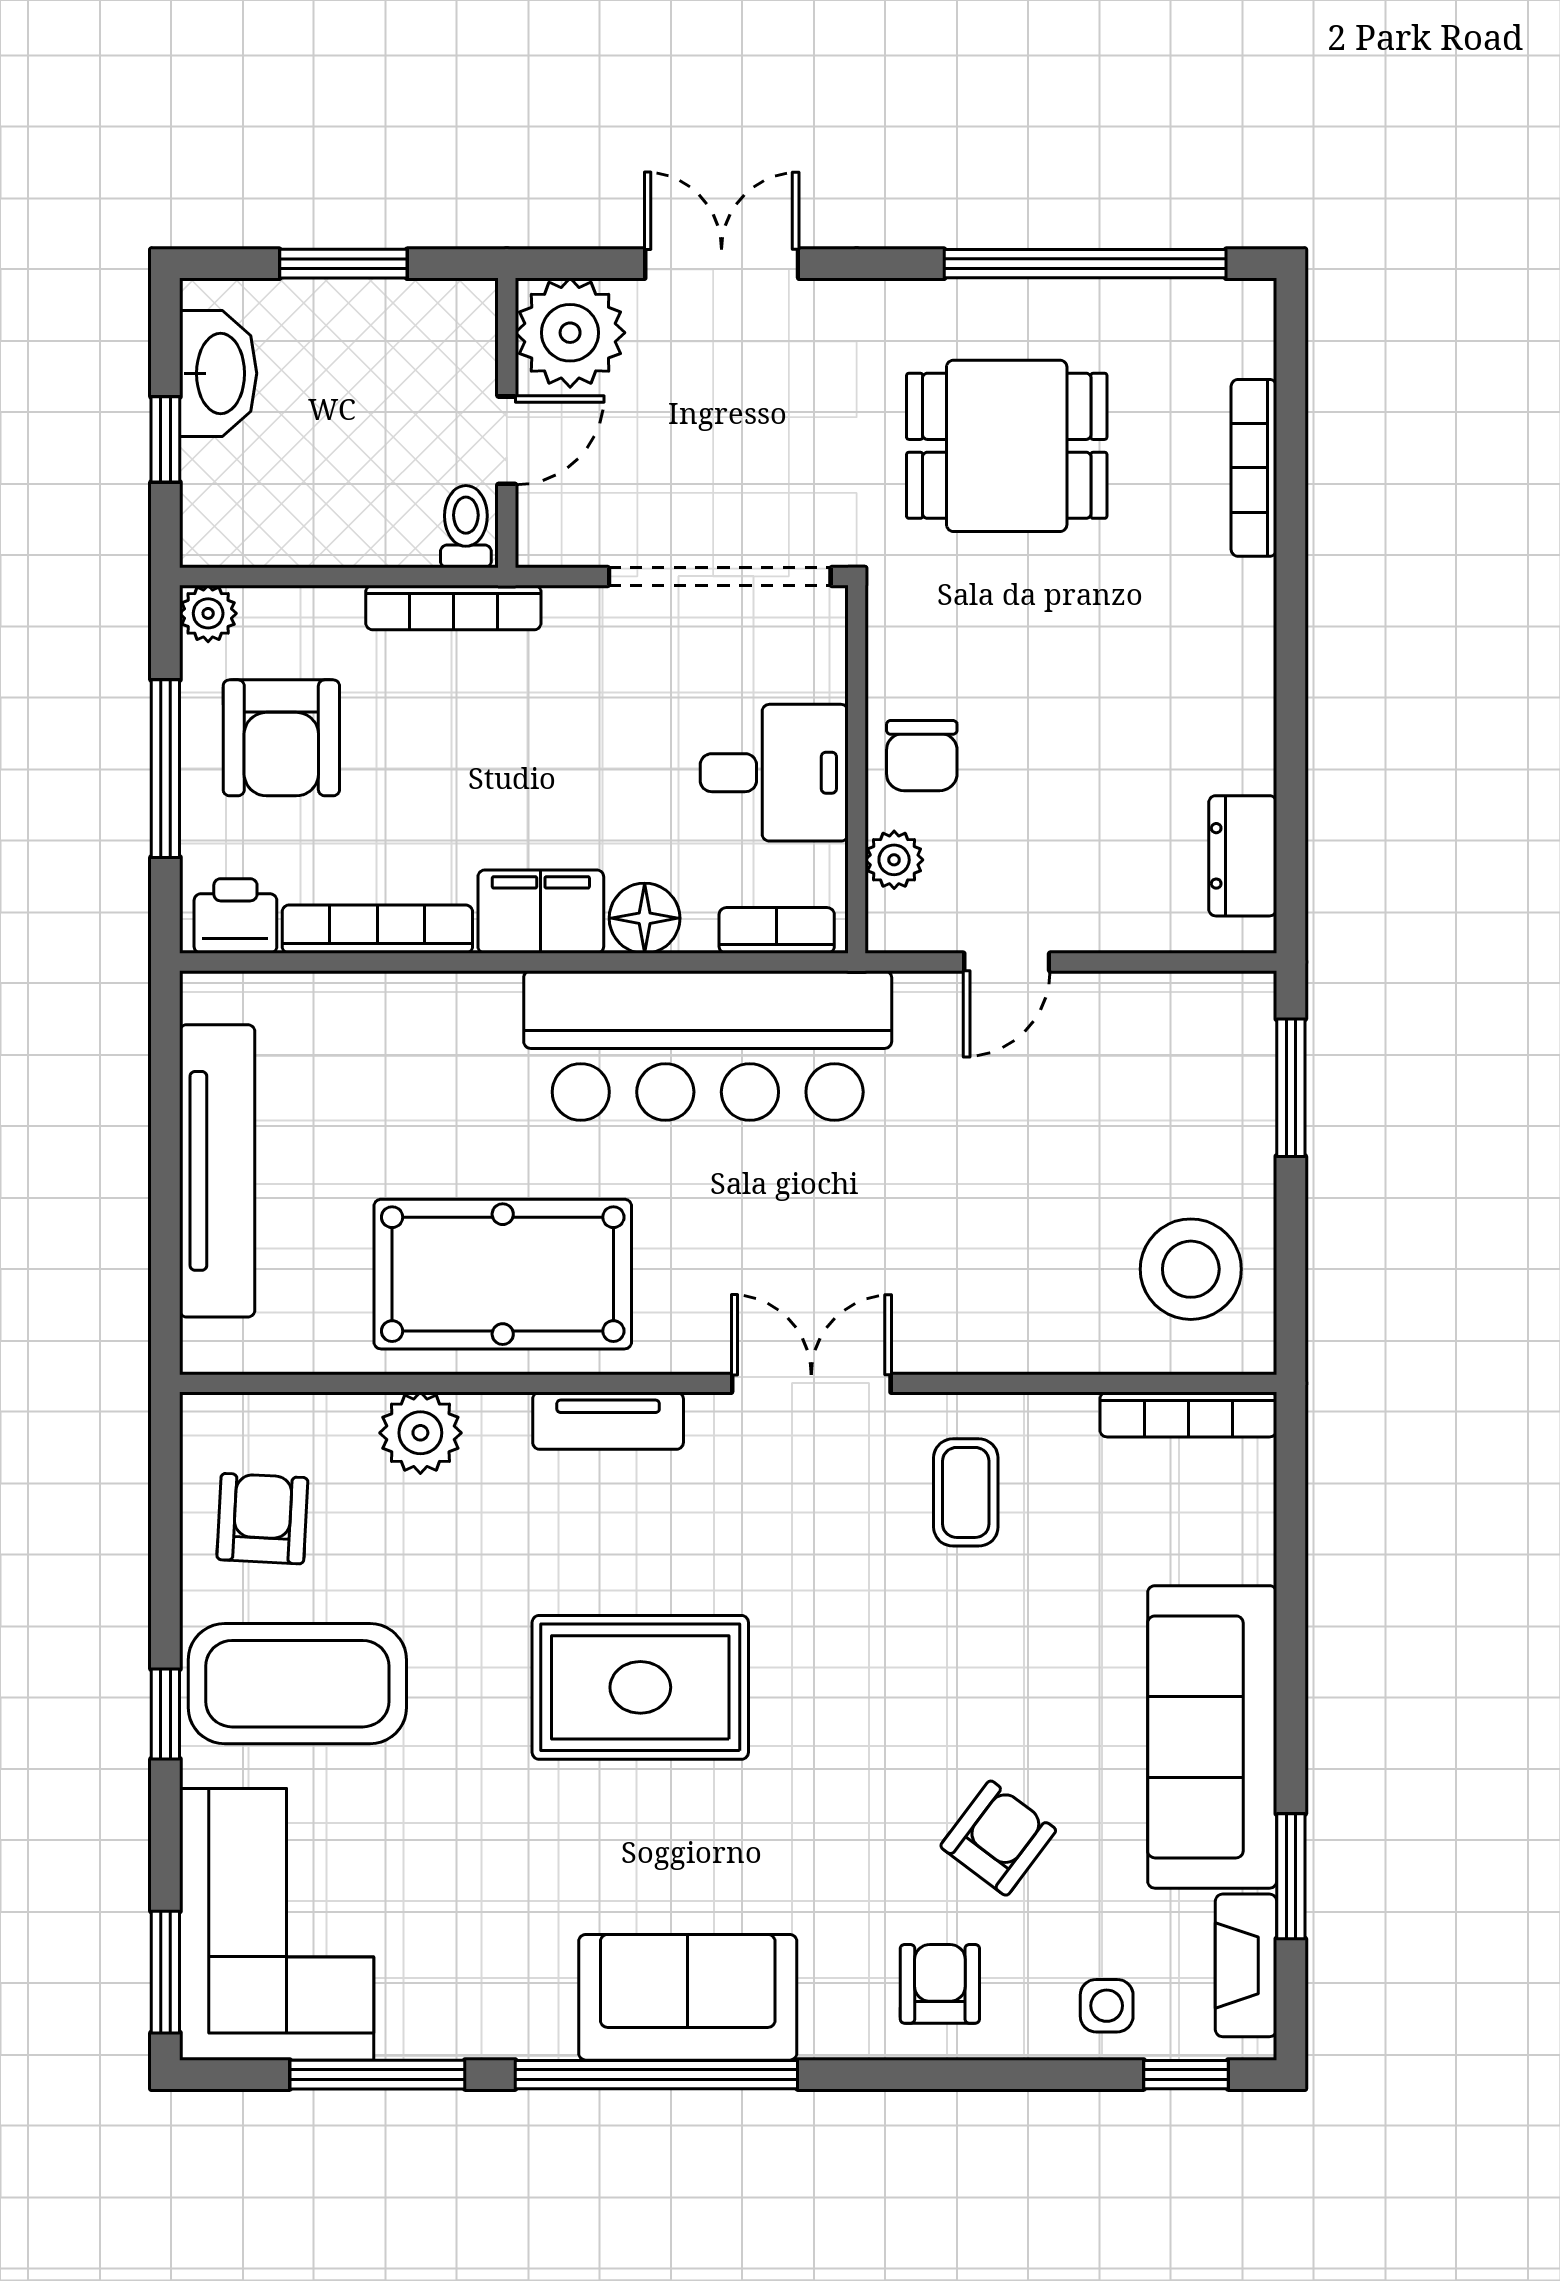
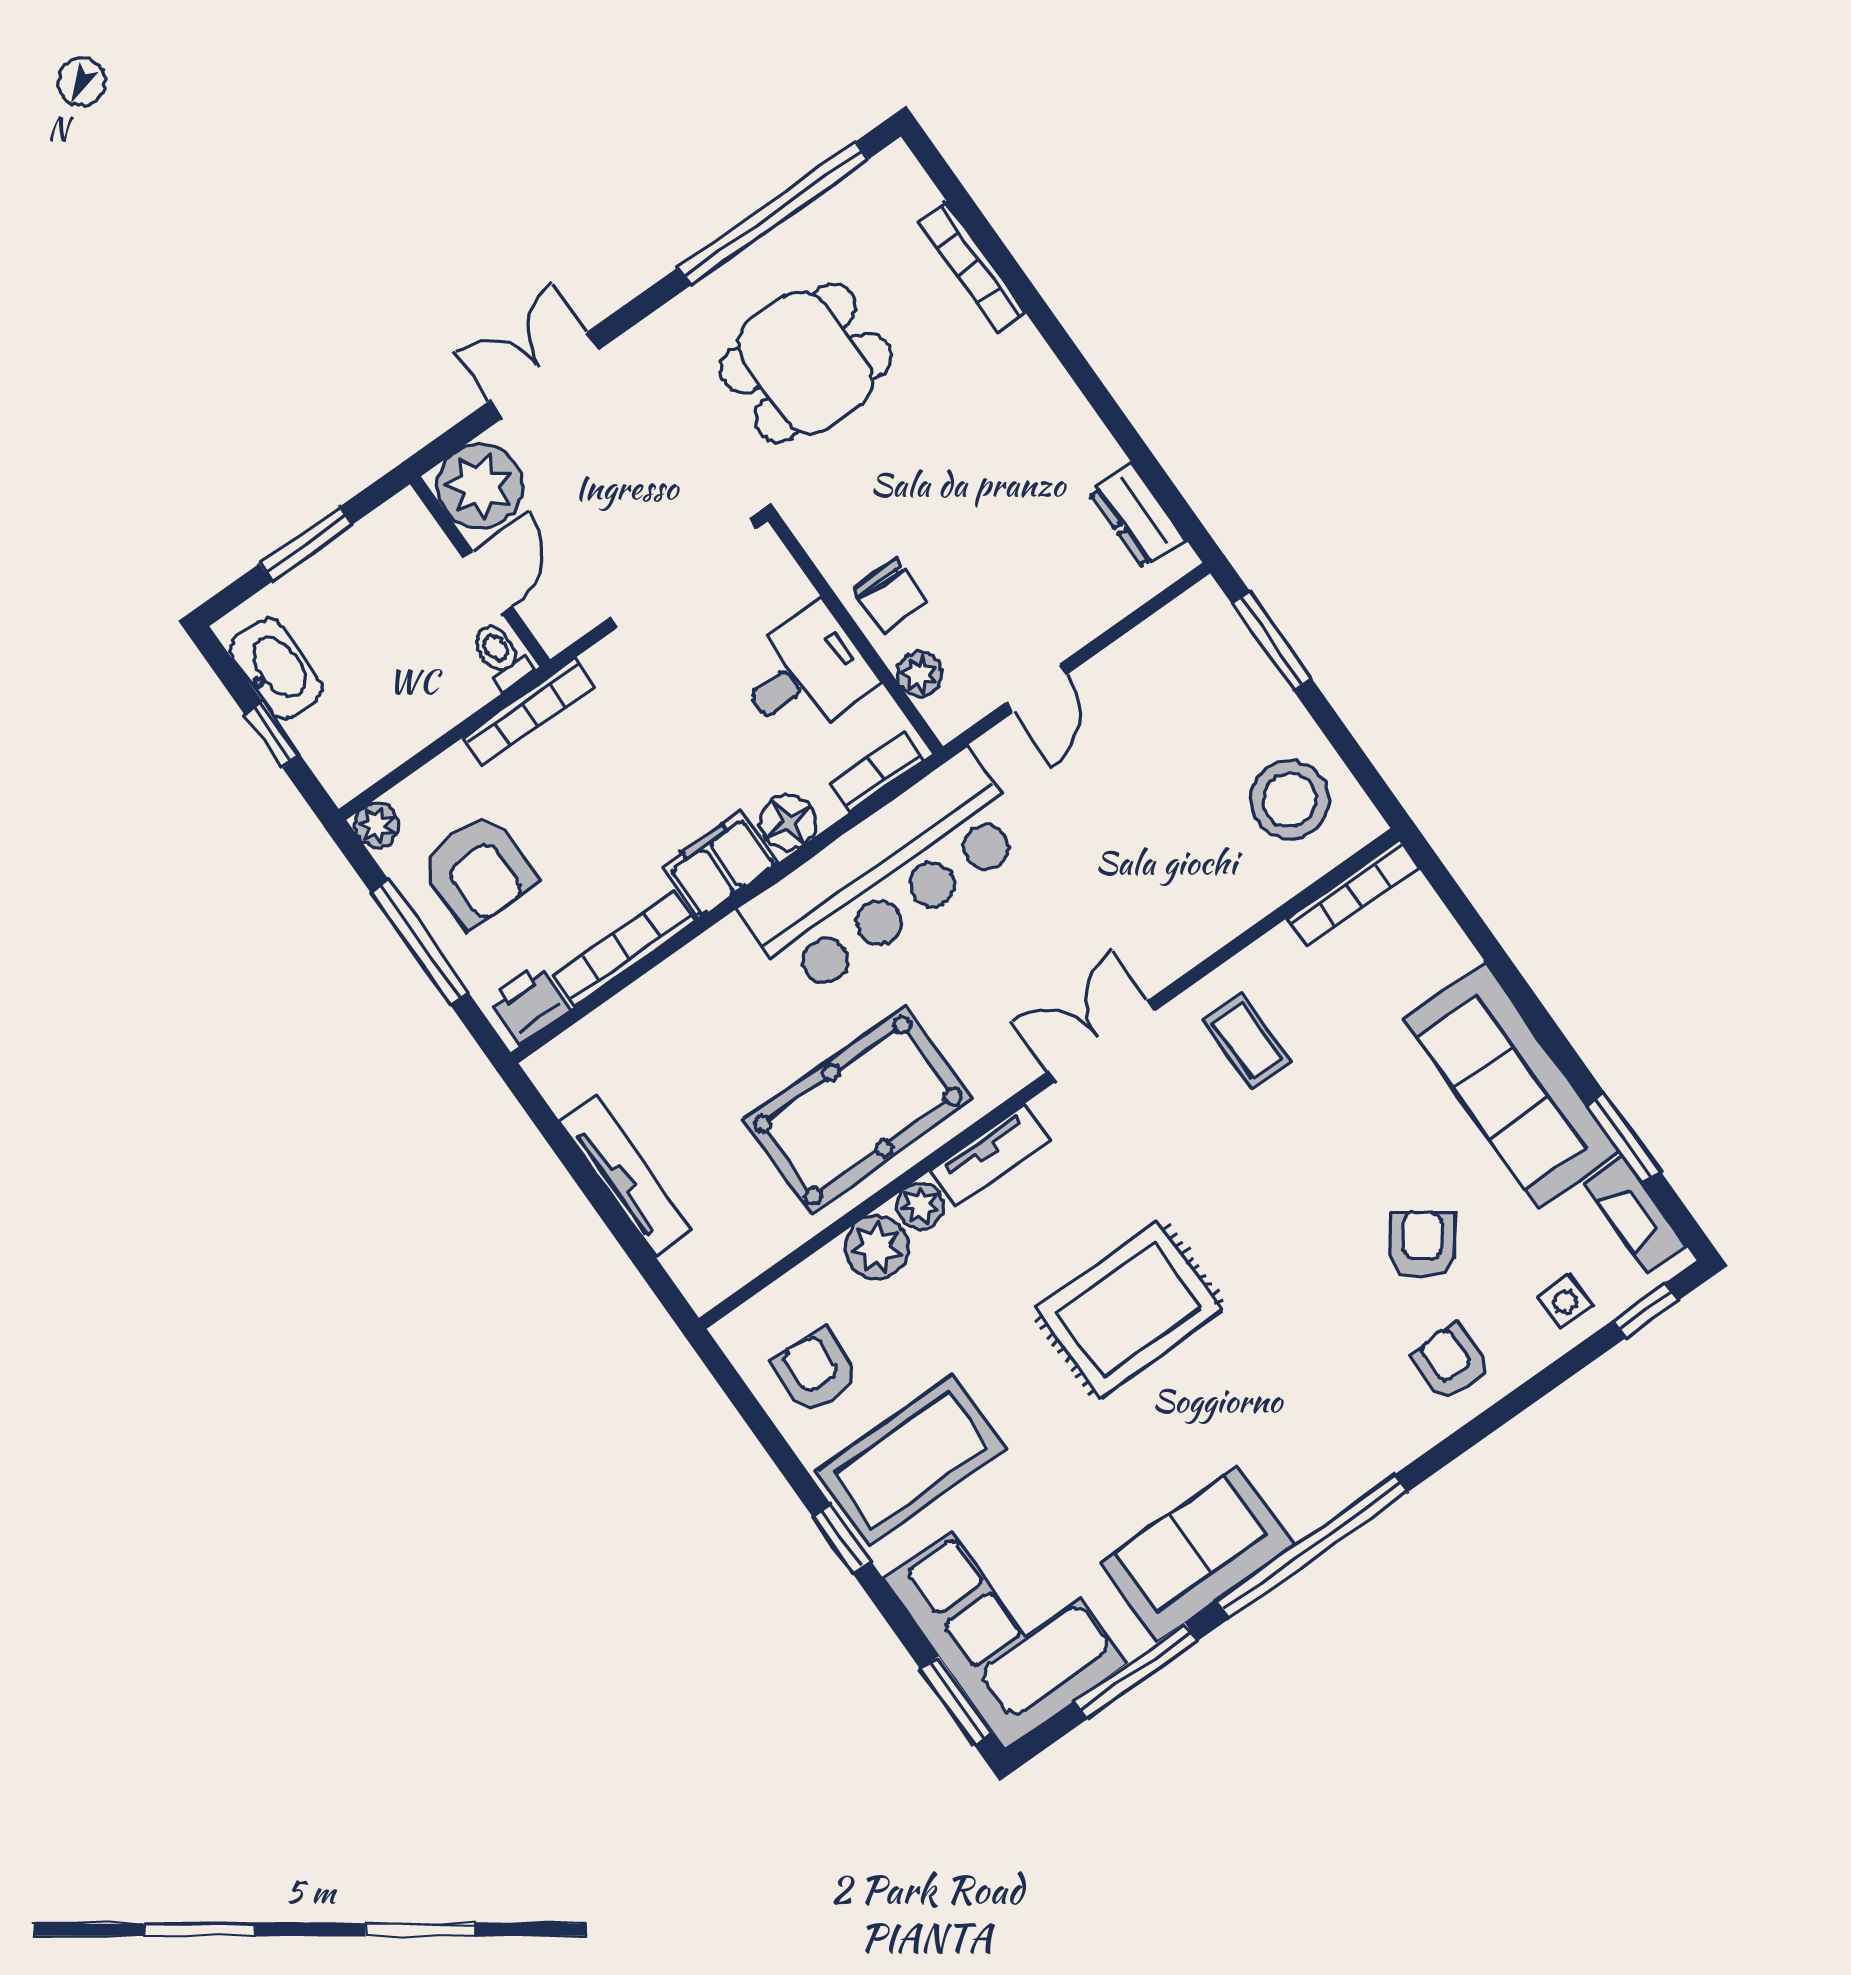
tv unit: (217, 1171) -> (626, 1176), width x0.73, depth x0.78
plant: (497, 1422) -> (920, 1206), added
sofa: (688, 1997) -> (1198, 1554), moved

